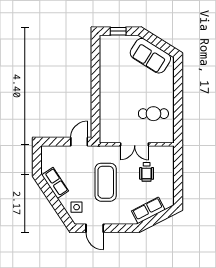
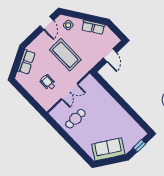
door: (79, 142) -> (110, 55), moved
double door: (135, 144) -> (70, 91), swing flipped
door: (95, 228) -> (47, 23), swing flipped

